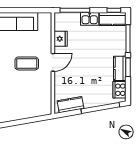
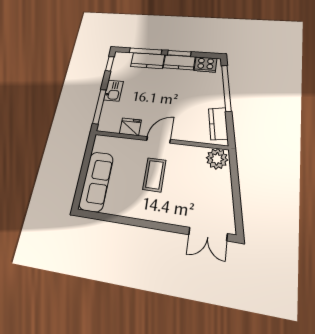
kitchen counter: (113, 19) -> (148, 61), moved, turned 90
door: (53, 62) -> (159, 140), hinge flipped
plant: (44, 106) -> (217, 159), added

